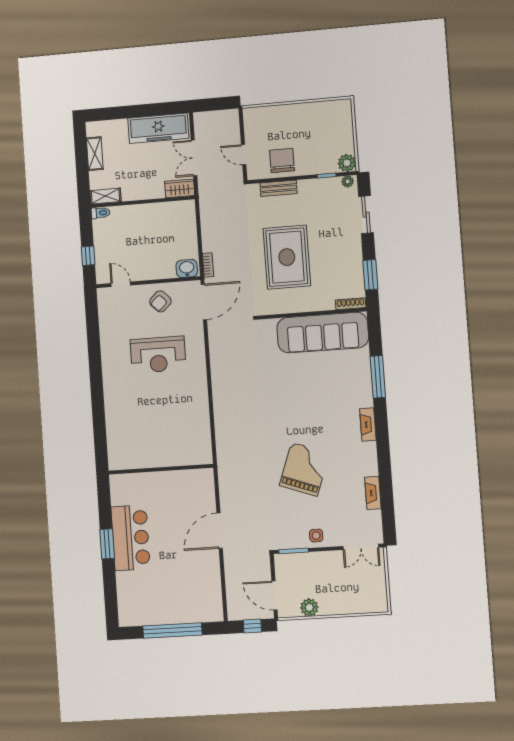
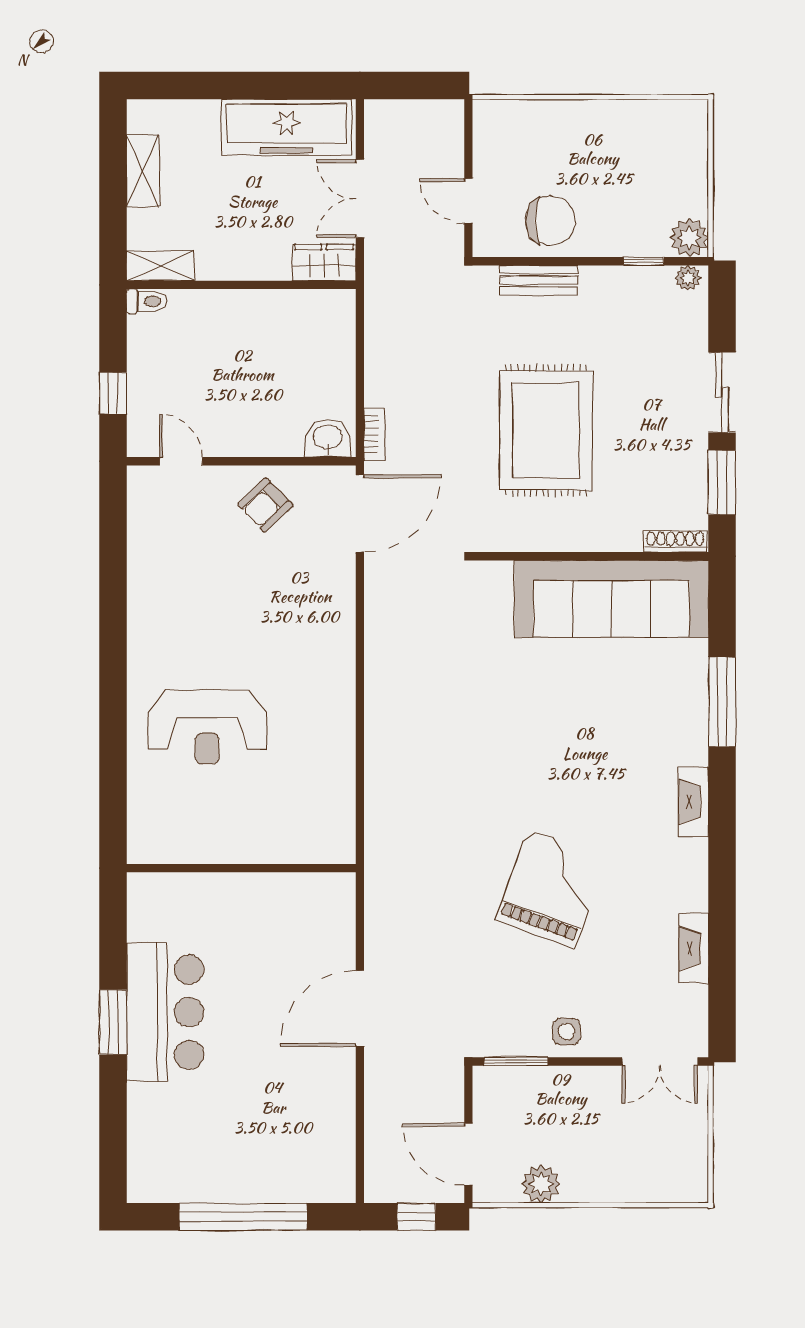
chair: (282, 160) -> (550, 221), turned 90
sliding door: (366, 215) -> (722, 392), moved
reception desk: (158, 355) -> (207, 727), moved

